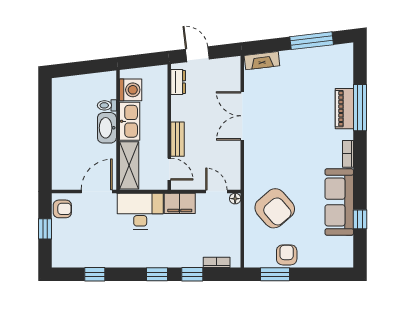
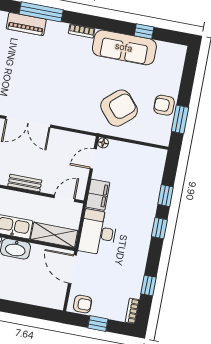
piano: (344, 109) -> (26, 24), moved
bench: (178, 139) -> (25, 183), moved
armchair: (62, 209) -> (83, 304), turned 90
bookcase: (217, 262) -> (132, 311), moved

